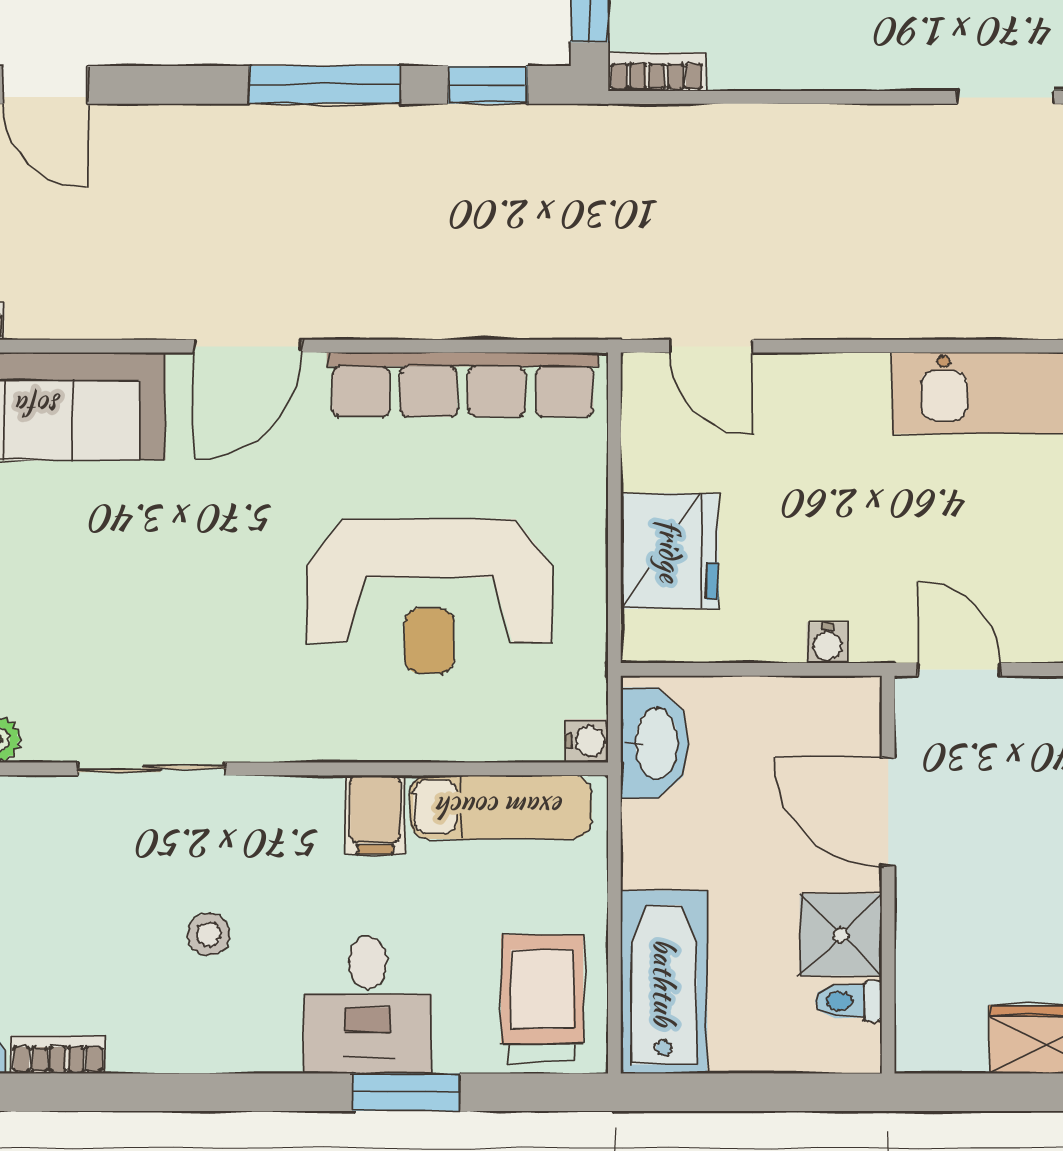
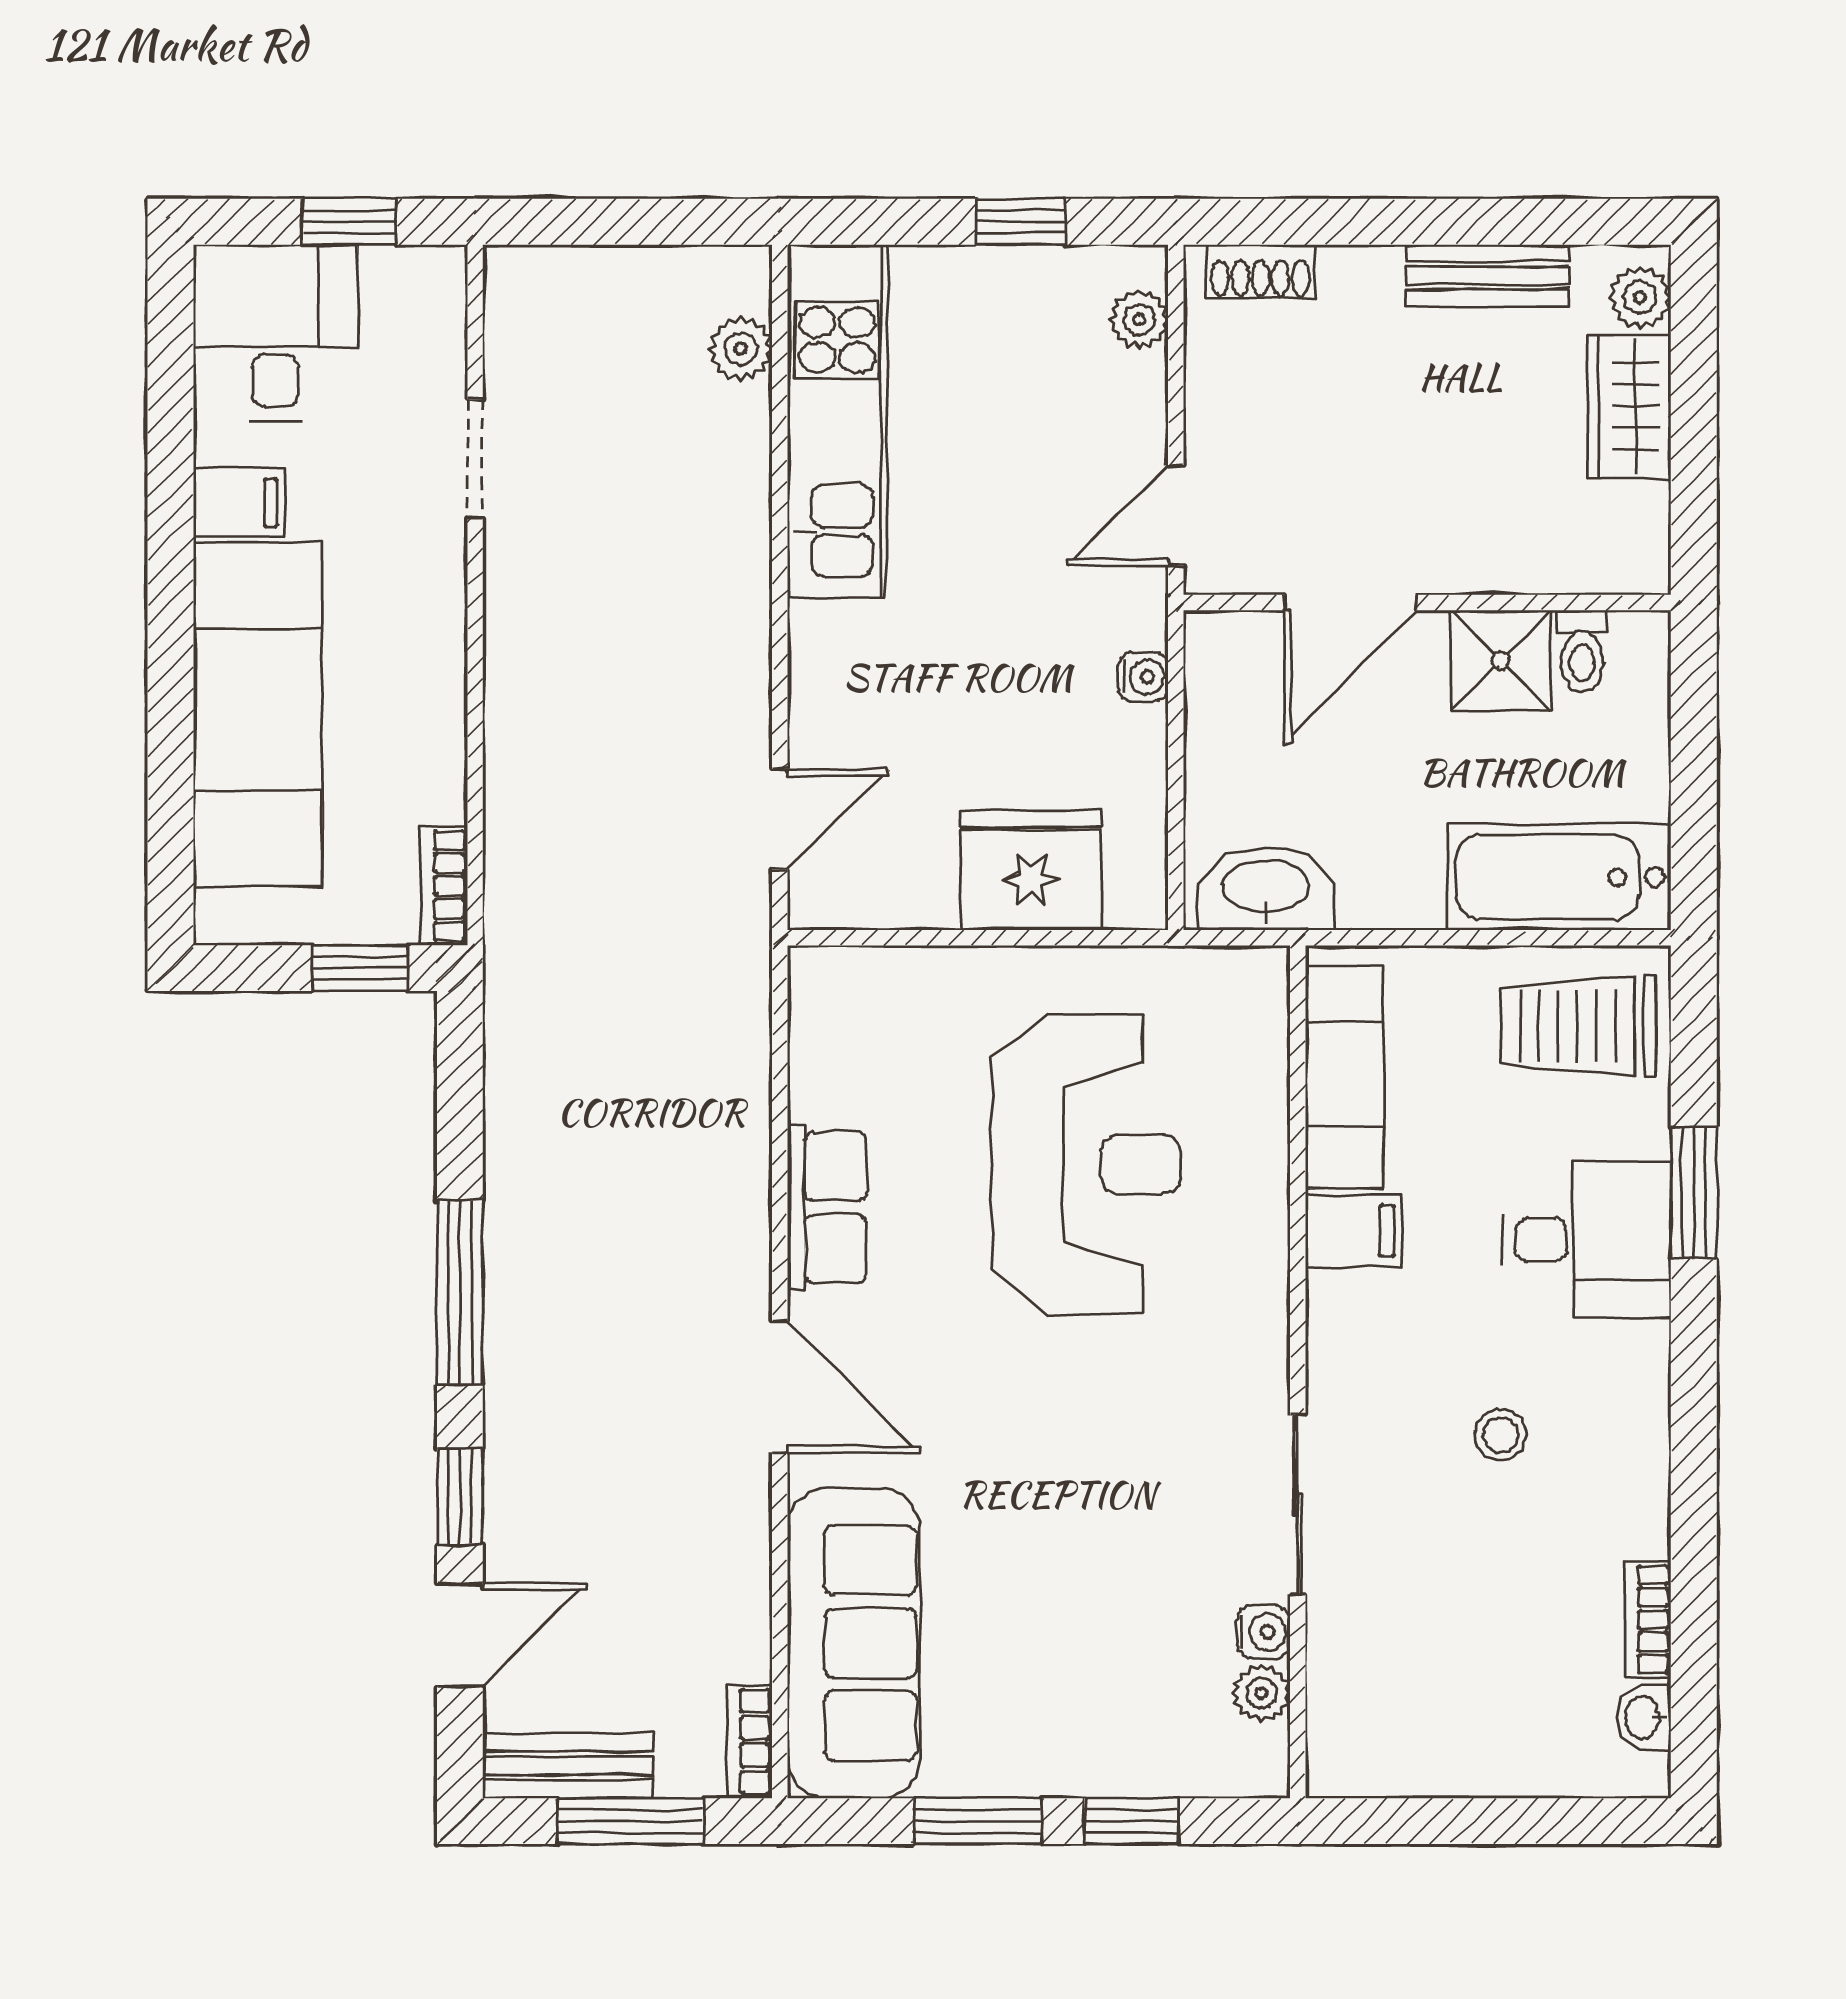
window: (488, 85) -> (460, 1497), moved
row of seats: (463, 384) -> (827, 1207), width x0.50
water cooler: (586, 741) -> (1263, 1632), moved, turned 90

